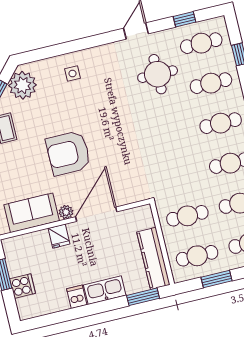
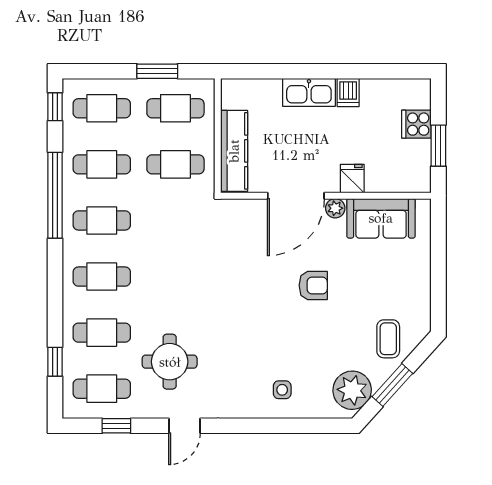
armchair: (68, 153) -> (313, 285), width x0.53, depth x0.53
kitchen counter: (153, 258) -> (234, 151), moved
window: (143, 297) -> (260, 71), removed

